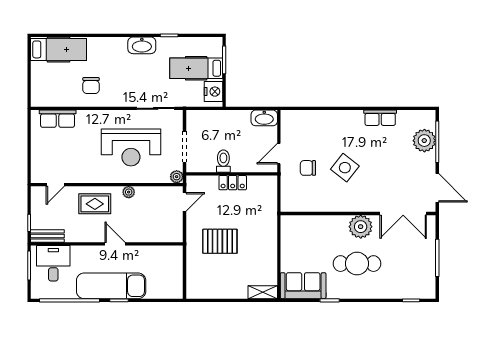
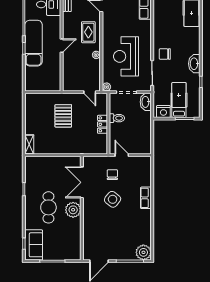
chair: (91, 86) -> (165, 54), moved
washbasin: (264, 118) -> (146, 102), moved
row of seats: (380, 118) -> (146, 198), moved
plant: (424, 141) -> (143, 252), moved
double door: (403, 213) -> (82, 182), moved
sofa: (303, 286) -> (34, 245), moved

